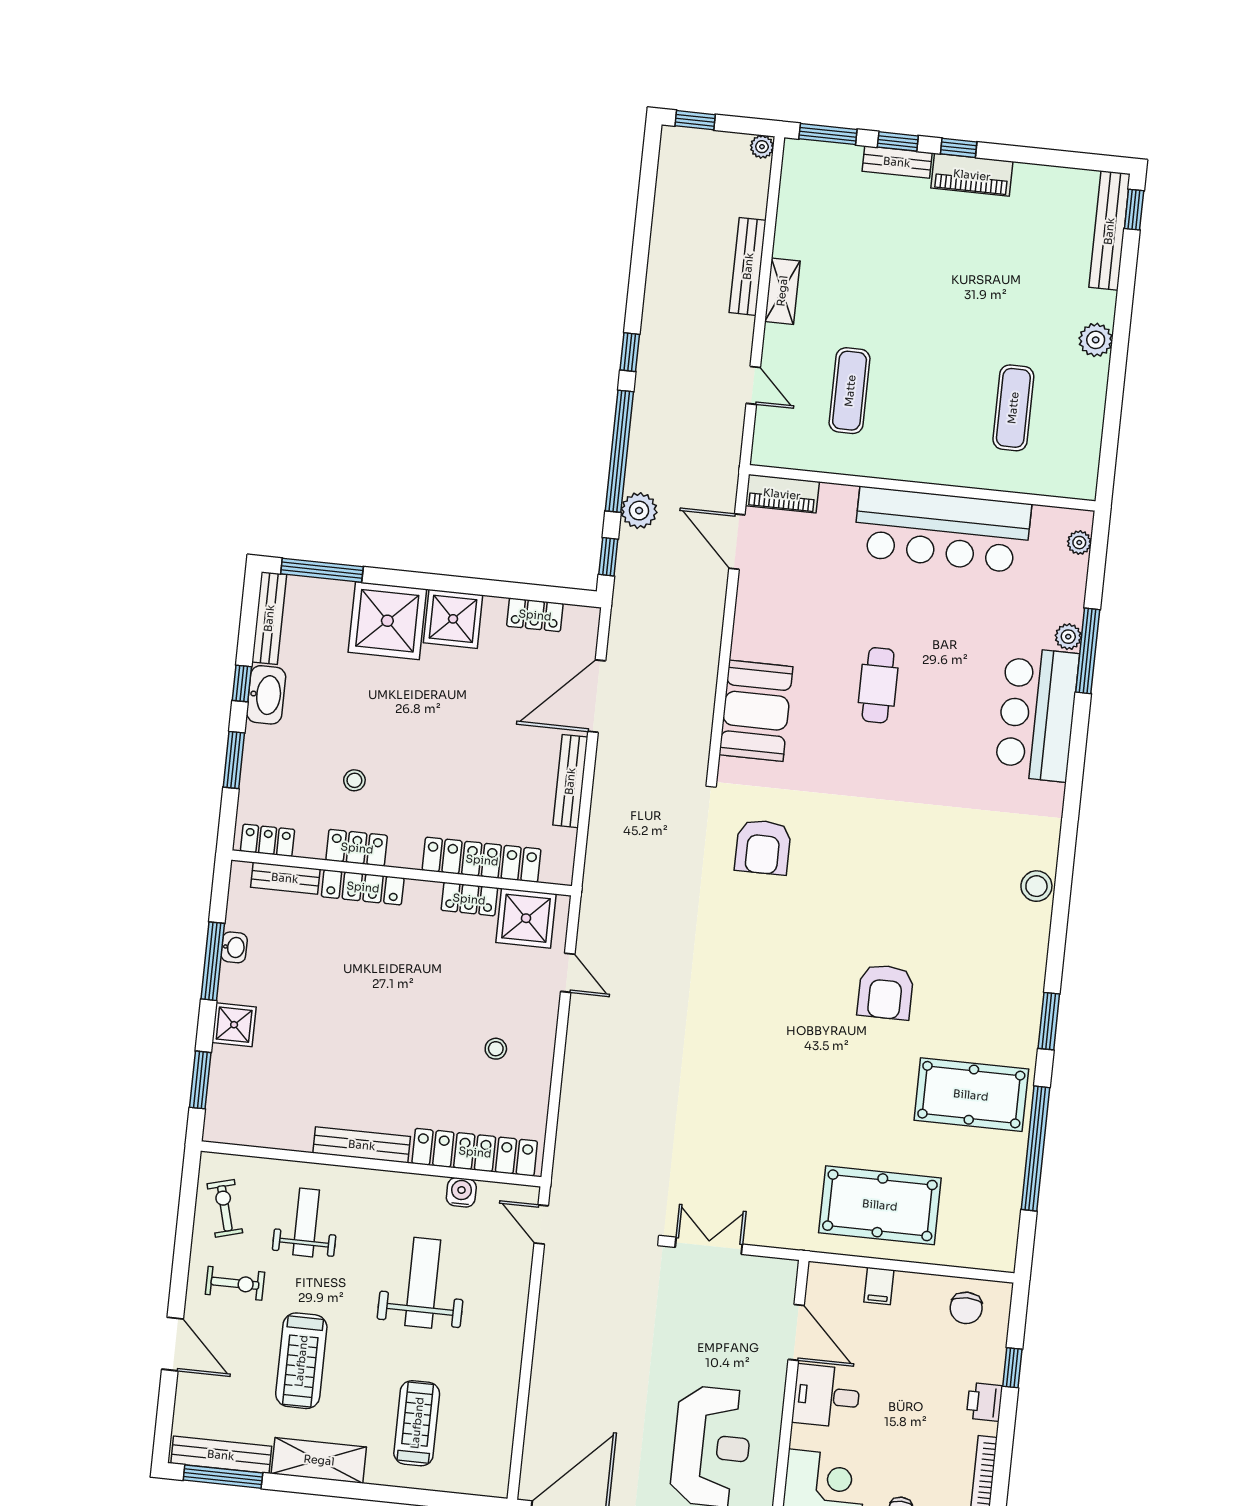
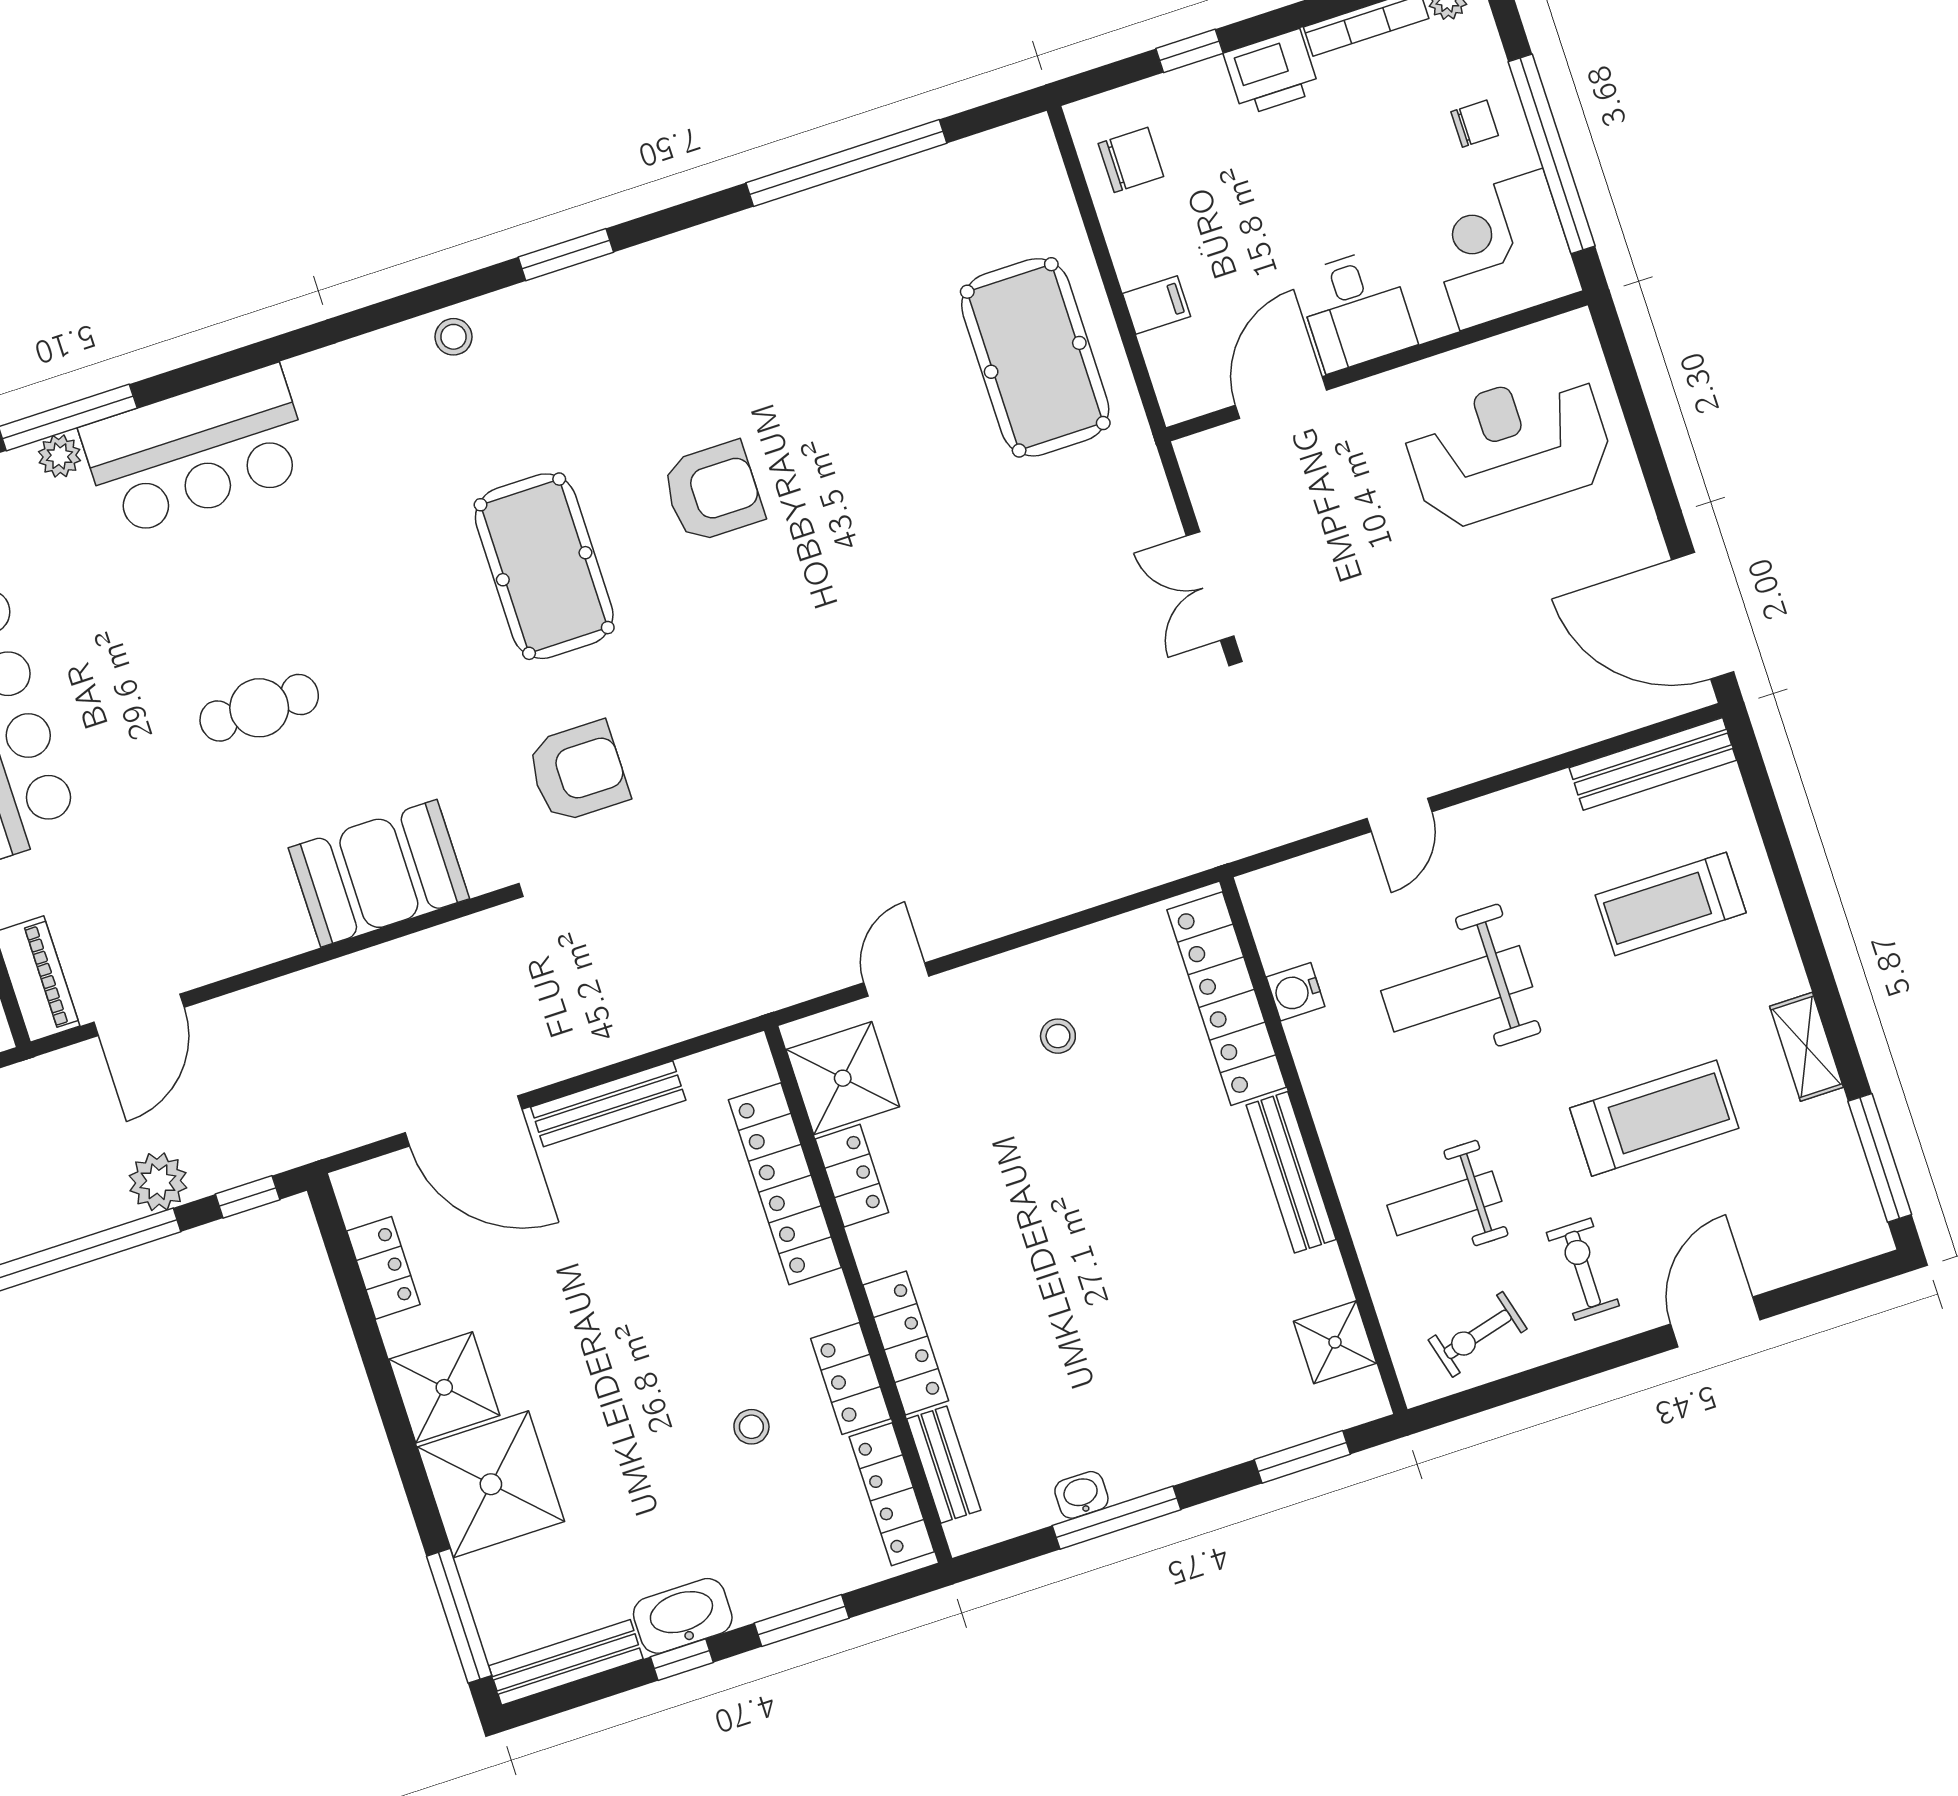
locker: (268, 840) -> (892, 1494), width x1.53
stool: (1036, 886) -> (454, 337), width x0.73, depth x0.73
window: (1049, 1021) -> (566, 255), moved
shower: (234, 1025) -> (1335, 1342), moved
pool table: (971, 1095) -> (544, 566), moved
door: (541, 1224) -> (1399, 815), moved
printer: (984, 1402) -> (1272, 72), width x1.36, depth x1.24
bench: (221, 1455) -> (1653, 764), moved, turned 90
shelving: (319, 1460) -> (1806, 1047), width x0.67, depth x0.75

